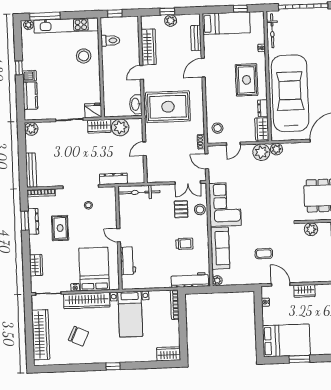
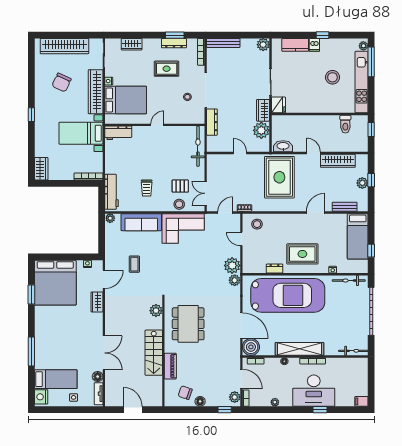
stool: (84, 56) -> (332, 77), moved
door: (203, 68) -> (316, 213), hinge flipped
wardrobe: (262, 129) -> (255, 267), removed
workbench: (128, 261) -> (118, 133), moved
bed: (286, 340) -> (55, 283), width x1.36

